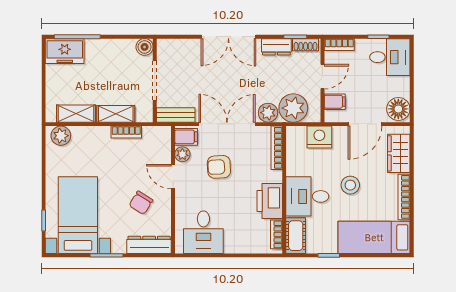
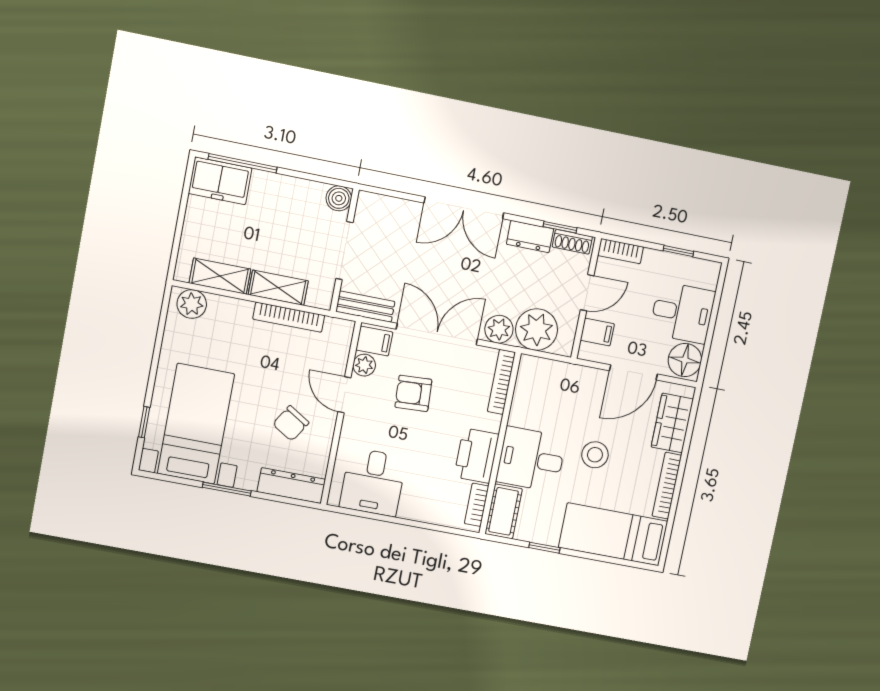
desk: (390, 57) -> (682, 313), moved
bookcase: (126, 132) -> (289, 317), width x1.56
nightstand: (319, 137) -> (565, 378), removed

